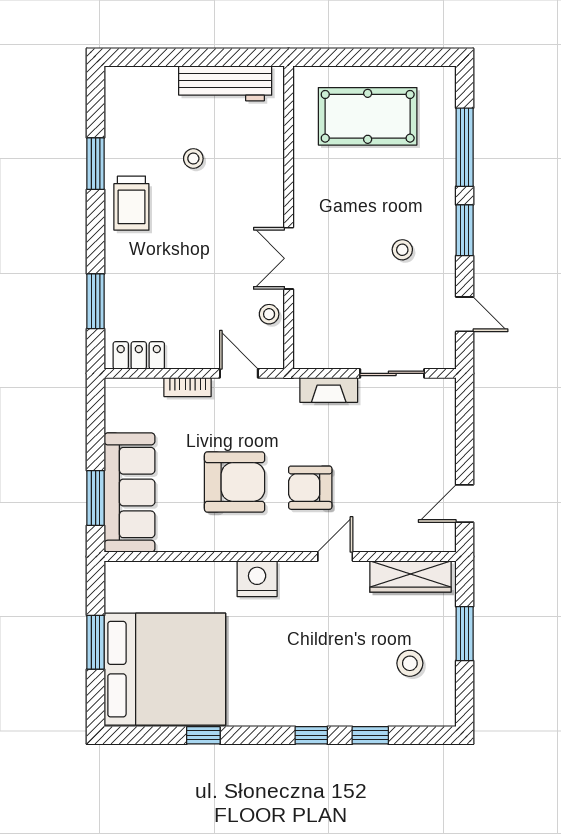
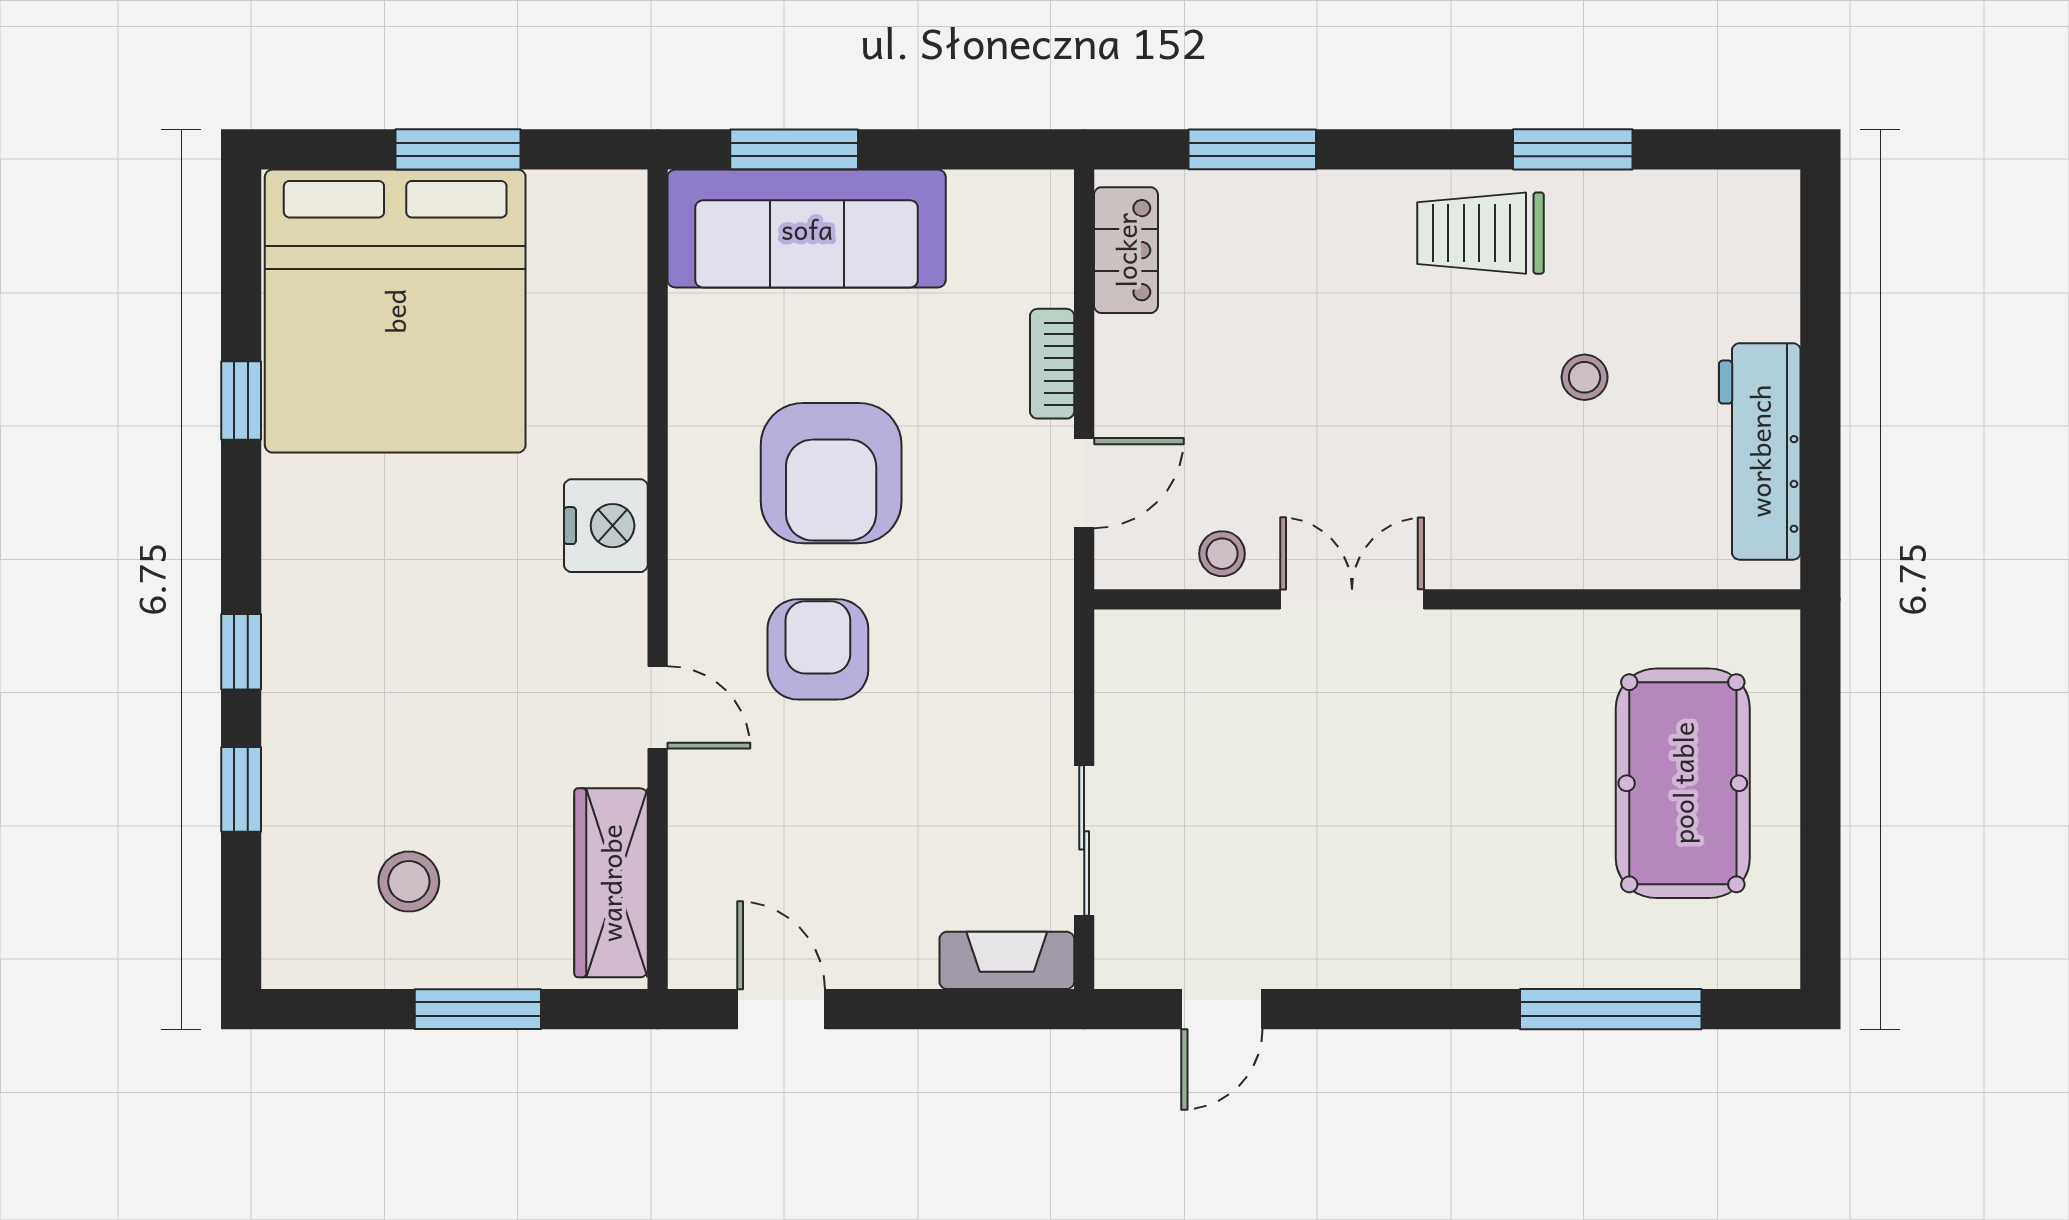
window: (465, 230) -> (1417, 1009), removed
stool: (402, 250) -> (1372, 864), removed
fireplace: (329, 390) -> (1007, 960), moved, turned 90

